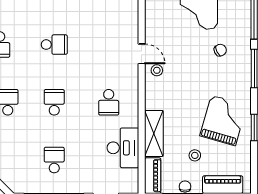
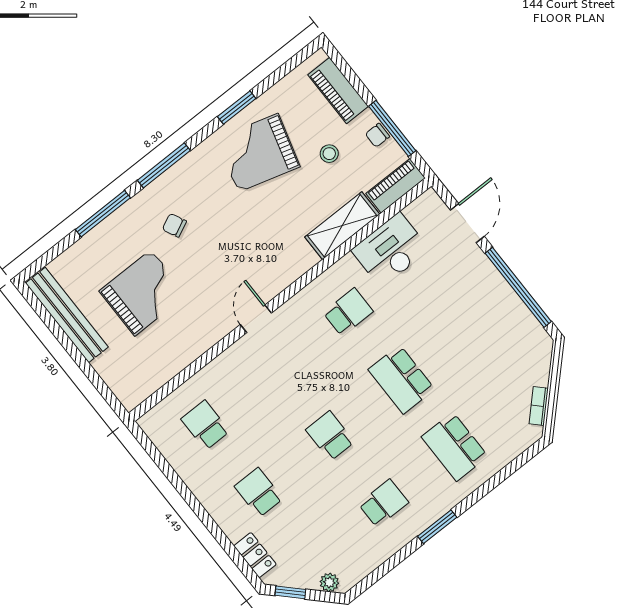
stool: (157, 70) -> (261, 284), removed
school desk: (54, 102) -> (401, 379), width x1.85
school desk: (54, 160) -> (473, 323), removed

